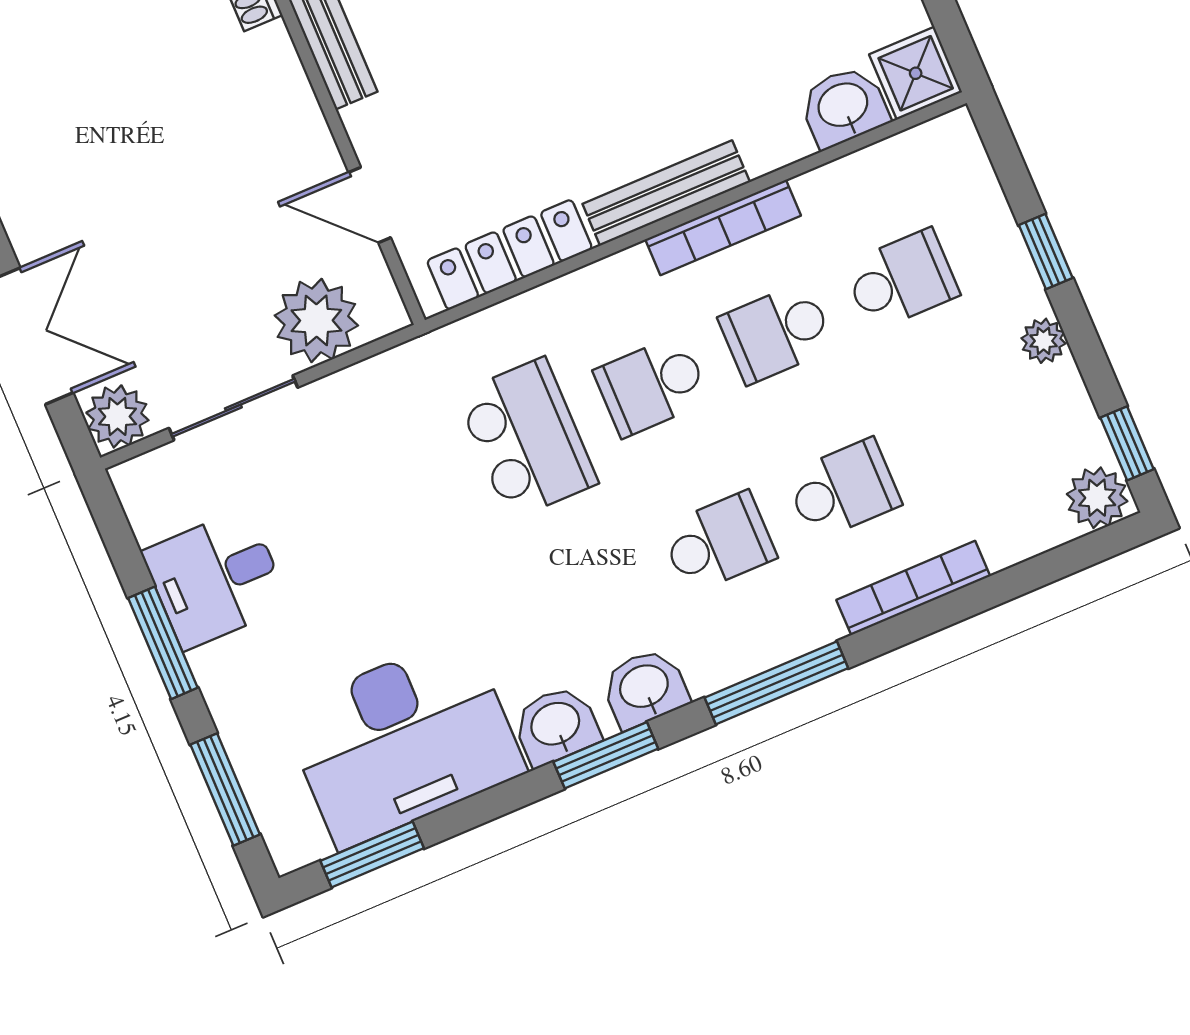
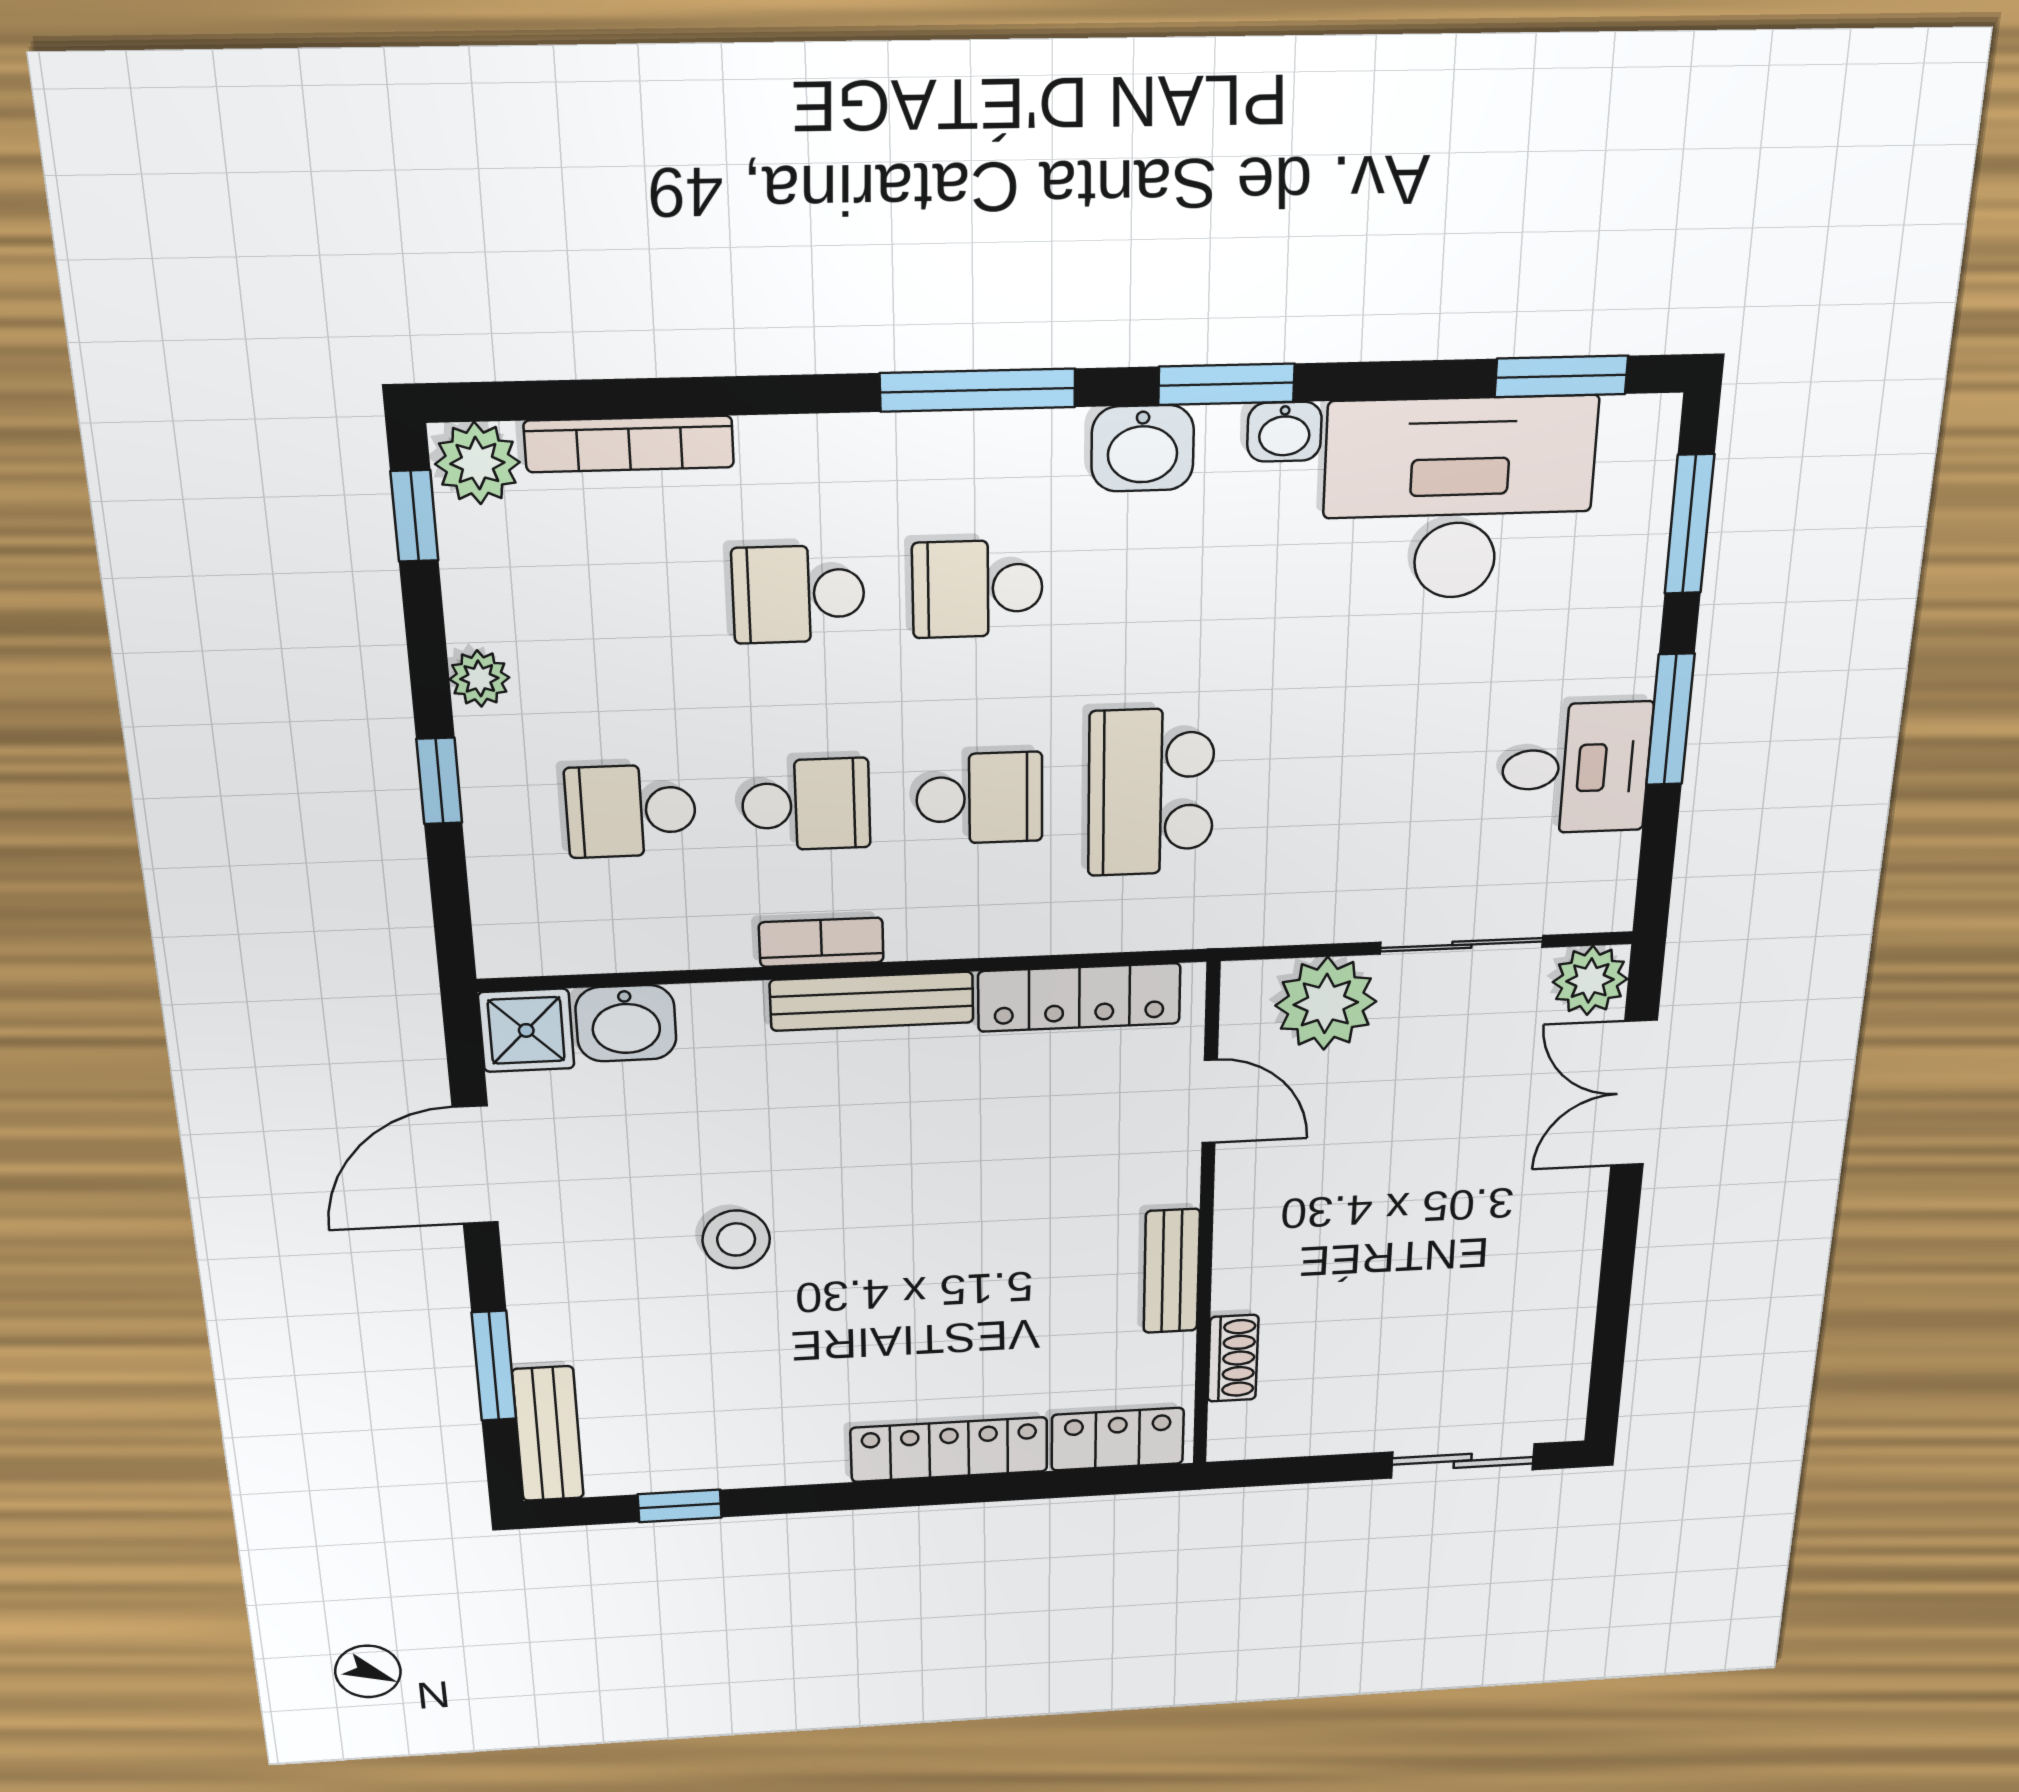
bookcase: (723, 227) -> (821, 942), width x0.64
bookcase: (913, 588) -> (629, 444), moved
washbasin: (556, 725) -> (1284, 432), width x0.72, depth x0.69

